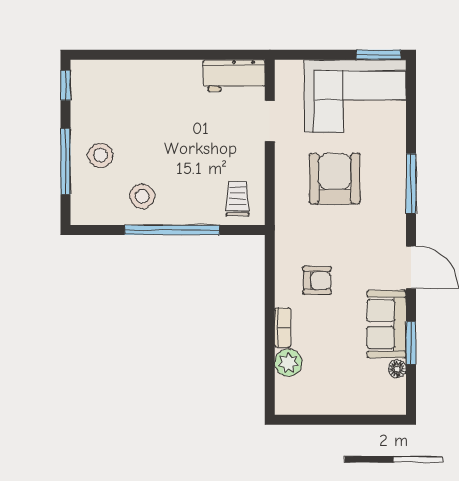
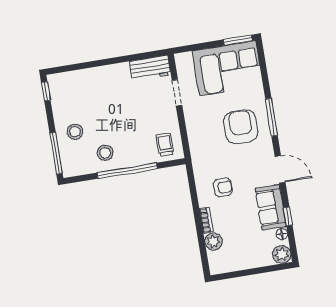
window: (65, 161) -> (56, 153), moved
armchair: (335, 179) -> (241, 127), moved
window: (411, 343) -> (288, 216), width x0.67
plant: (392, 401) -> (282, 254), added

